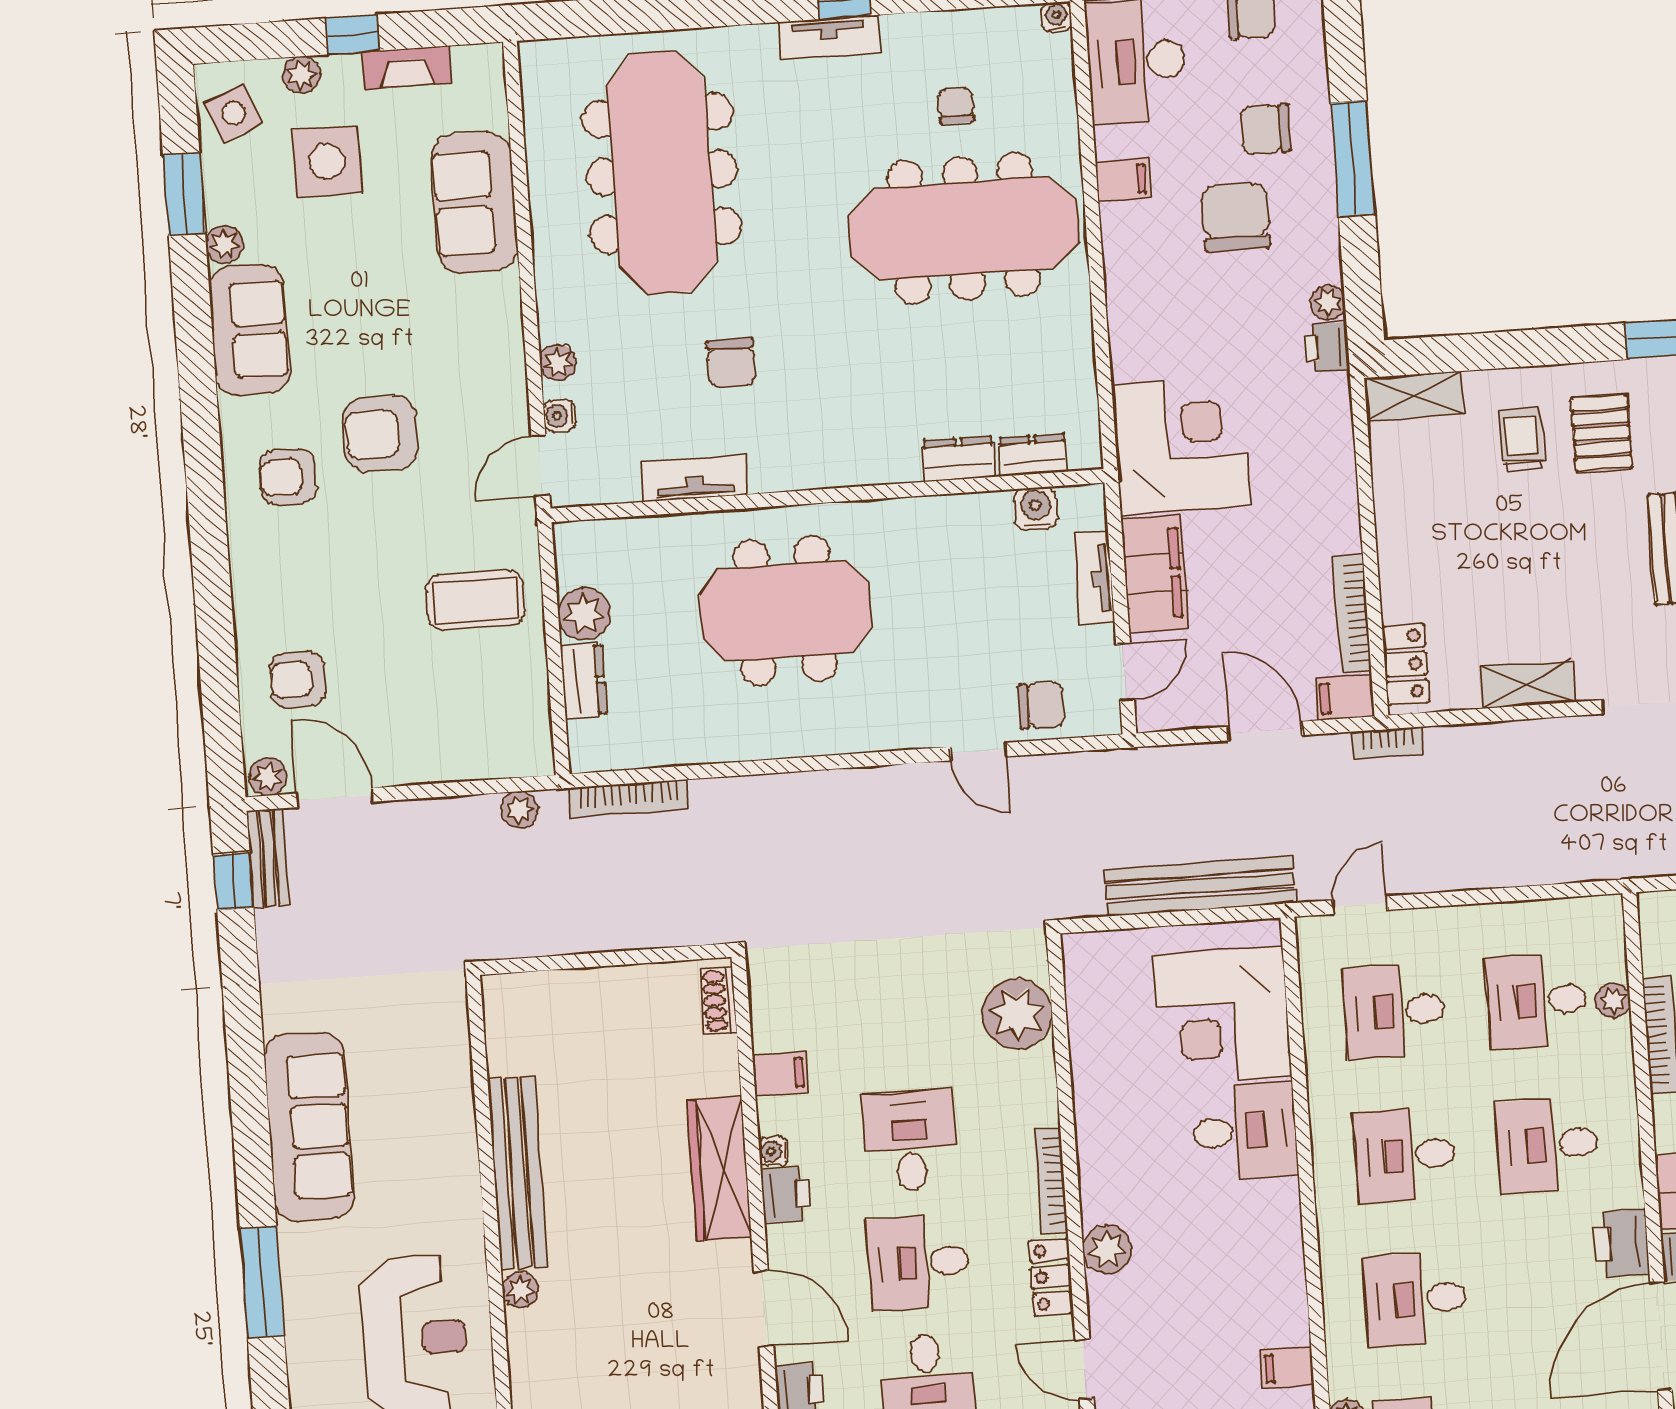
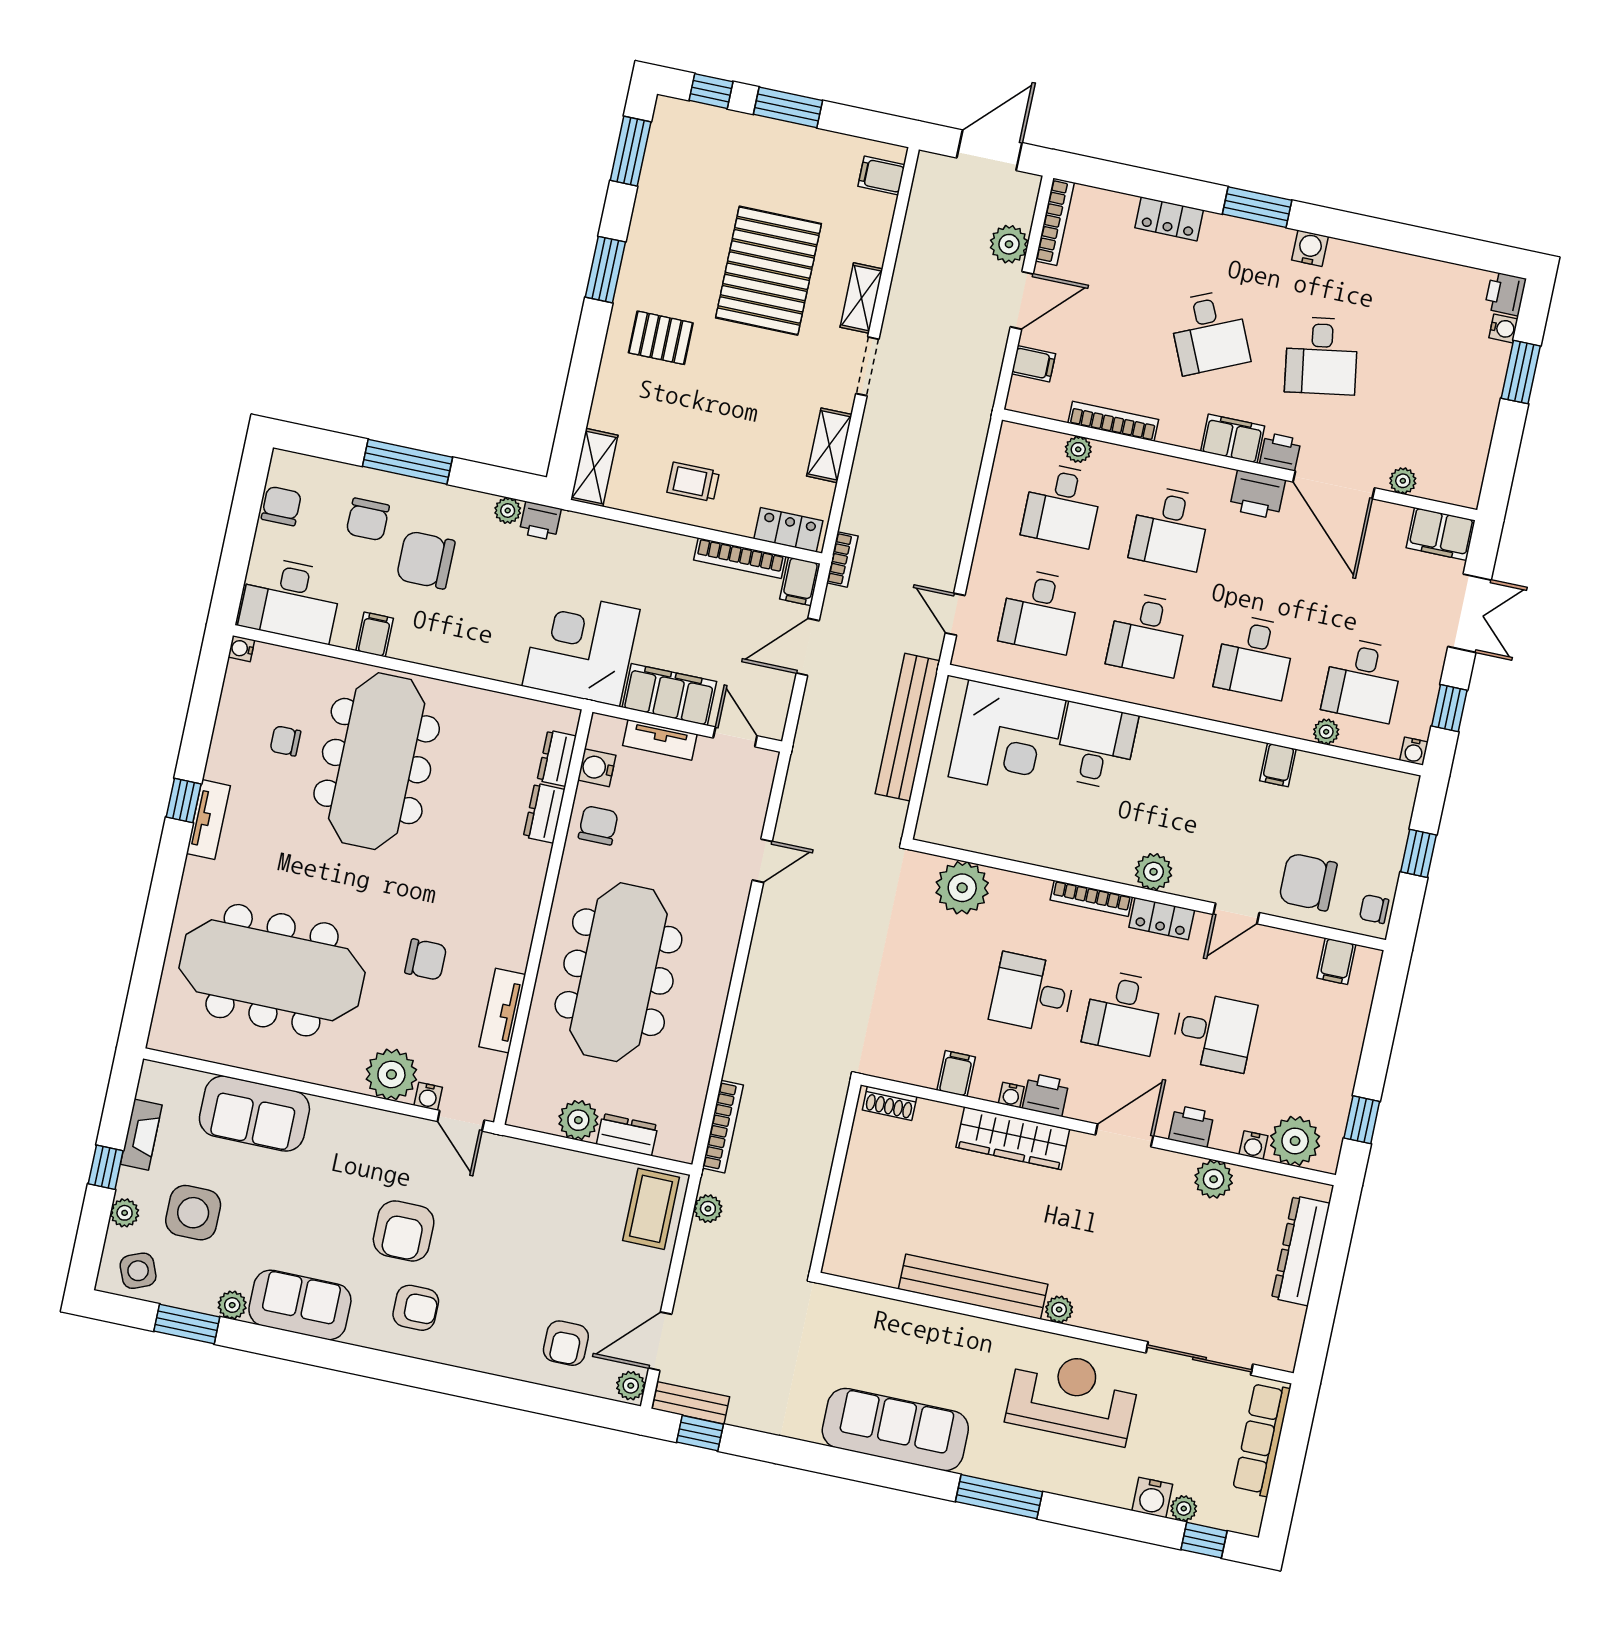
plant: (558, 362) -> (391, 1074), width x1.87, depth x1.87
trolley: (1522, 440) -> (693, 482), moved
armchair: (288, 477) -> (416, 1308), turned -90
coffee table: (475, 600) -> (651, 1209), moved
meeting table: (785, 611) -> (618, 972), width x1.36
chair: (1042, 705) -> (598, 825), moved

